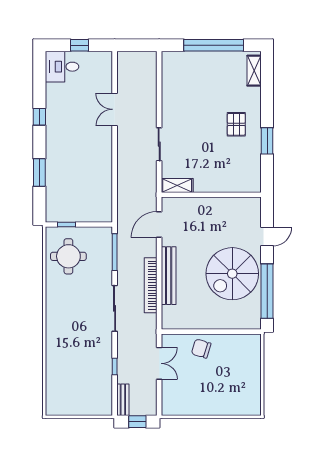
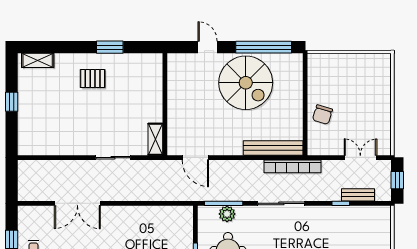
window: (214, 45) -> (12, 102), width x0.32
double door: (115, 109) -> (77, 203), width x1.37
plant: (104, 255) -> (227, 214), added
bench: (169, 276) -> (273, 148), moved
bookcase: (151, 285) -> (292, 166), moved
double door: (159, 363) -> (360, 158), moved
bench: (123, 400) -> (358, 195), moved

